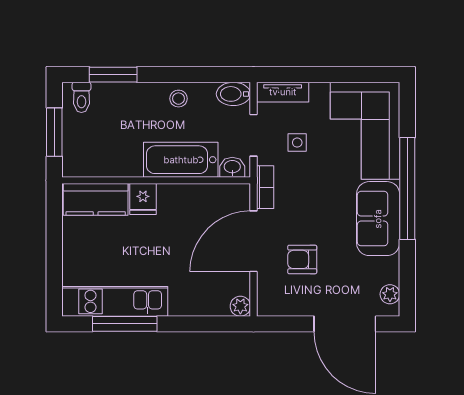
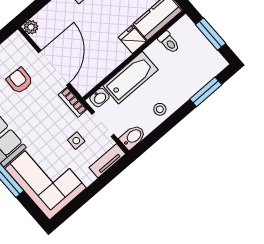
toilet: (81, 97) -> (169, 42), moved, turned 180
armchair: (302, 259) -> (20, 81), turned -88

